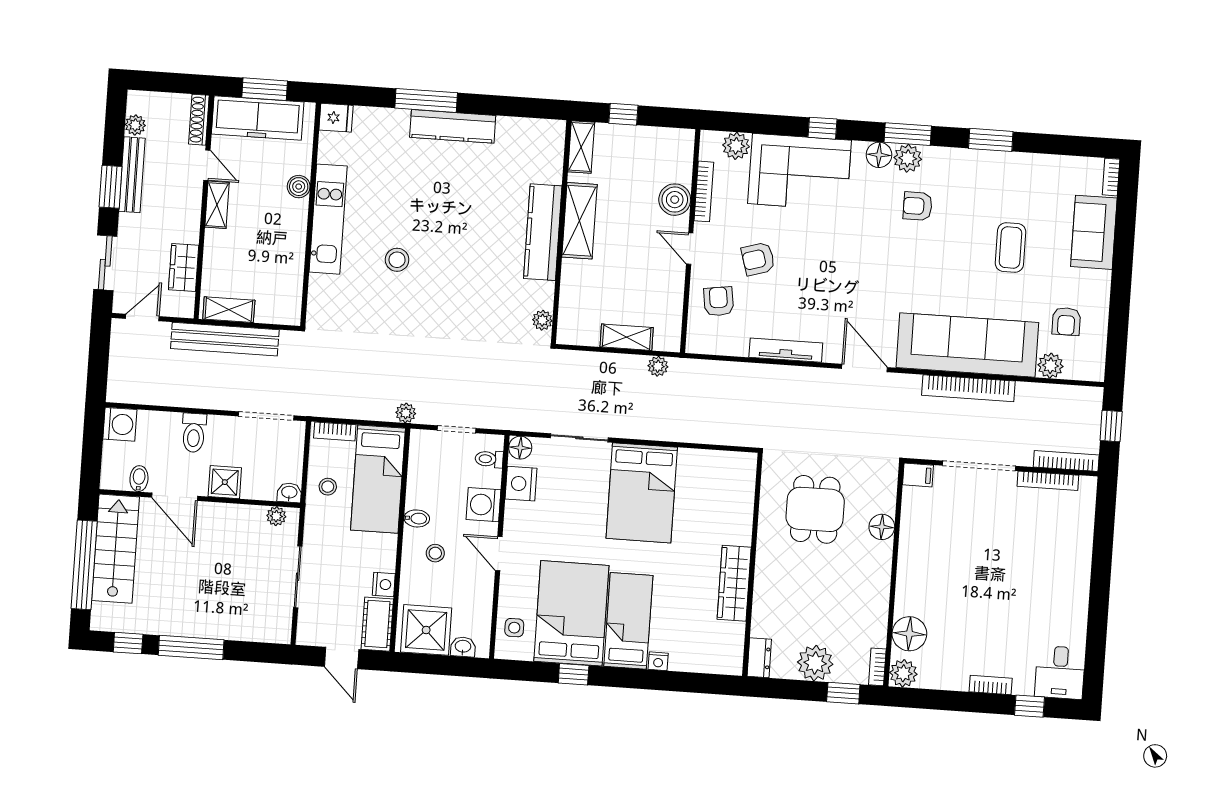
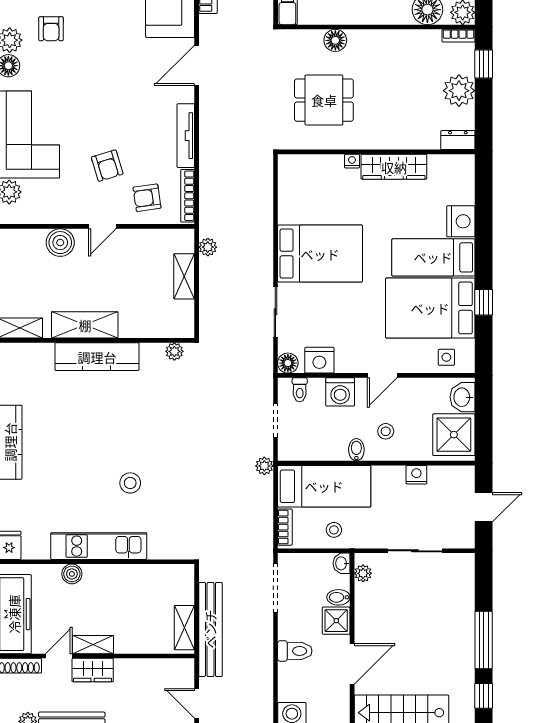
bookcase: (704, 191) -> (188, 196), moved, turned -90
wardrobe: (184, 268) -> (93, 670), moved
bidet: (139, 479) -> (338, 597), moved
nightstand: (744, 536) -> (352, 161), added
cot: (377, 624) -> (452, 478), removed
washbasin: (463, 647) -> (463, 397), width x1.38, depth x1.45
nightstand: (658, 661) -> (461, 221), width x1.89, depth x1.79

